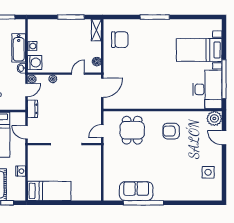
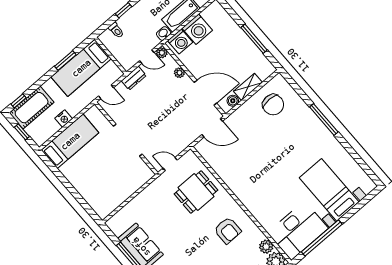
shelving: (96, 30) -> (248, 87), moved
washing machine: (32, 46) -> (197, 29), width x1.89, depth x1.89
door: (78, 74) -> (205, 93), width x1.87
plant: (201, 117) -> (266, 247), added
armchair: (171, 131) -> (228, 230), turned 180
door: (27, 132) -> (106, 92), swing flipped
bed: (49, 191) -> (70, 141), moved, turned -90

